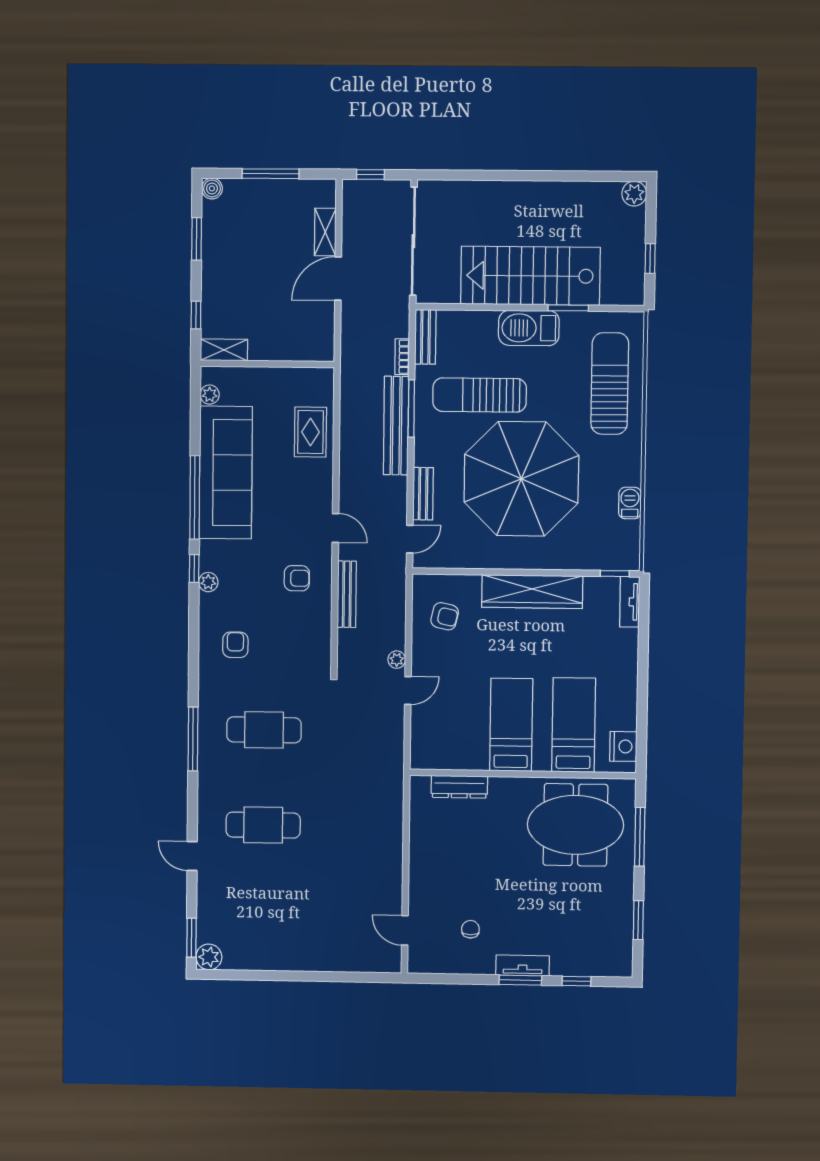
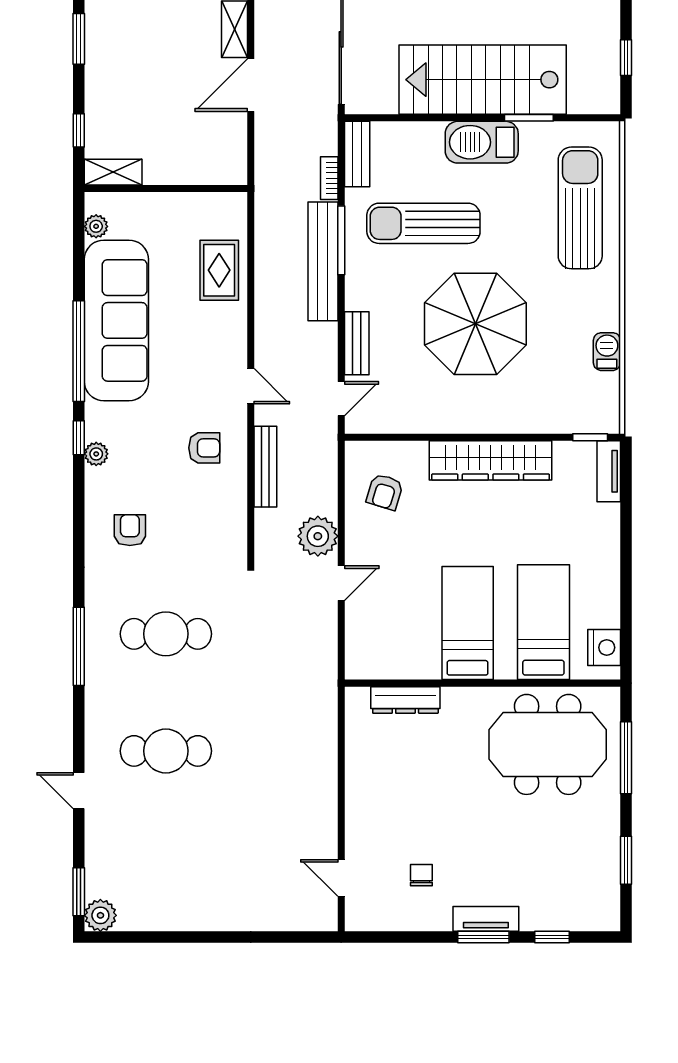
parasol: (521, 479) -> (475, 324), width x0.73, depth x0.73
armchair: (445, 616) -> (385, 492), turned 94
plant: (397, 660) -> (318, 536), width x1.87, depth x1.87

